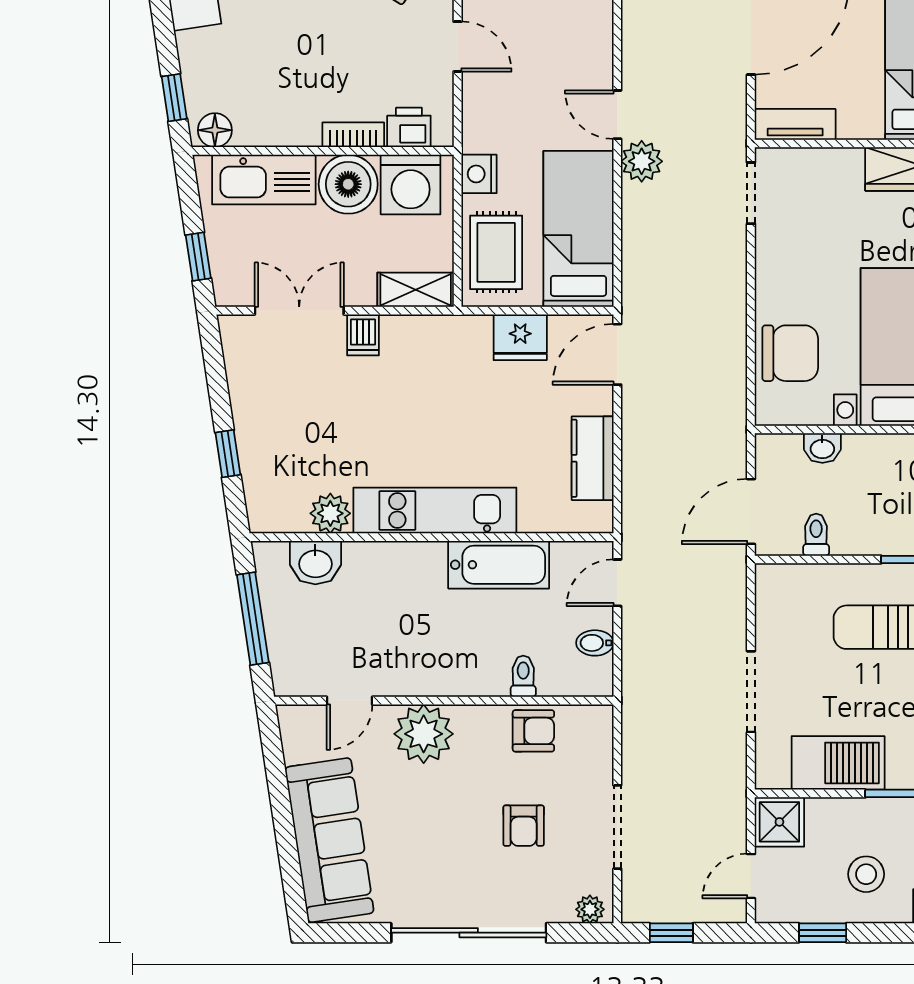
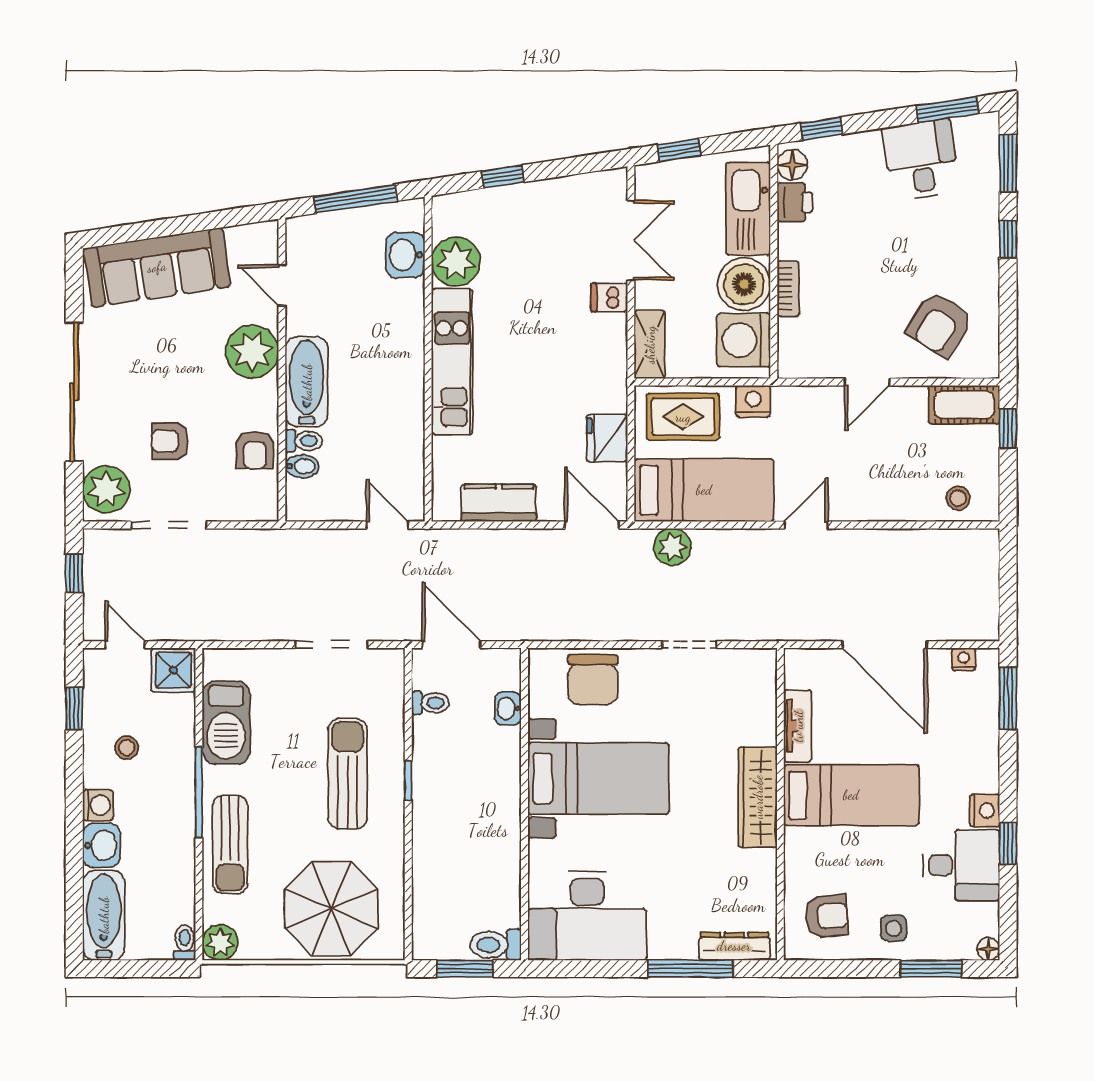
tv unit: (795, 124) -> (798, 726), moved
printer: (409, 127) -> (795, 202), moved
plant: (642, 161) -> (672, 547), moved
doorway: (751, 193) -> (689, 645), moved
plant: (330, 513) -> (456, 262), width x1.36, depth x1.36
bathtub: (499, 565) -> (307, 382), moved, turned 180
bidet: (595, 643) -> (302, 466), moved, turned 90
doorway: (751, 692) -> (331, 645), moved
stool: (866, 874) -> (127, 748), width x0.73, depth x0.73
plant: (590, 909) -> (106, 489), width x1.88, depth x1.88

